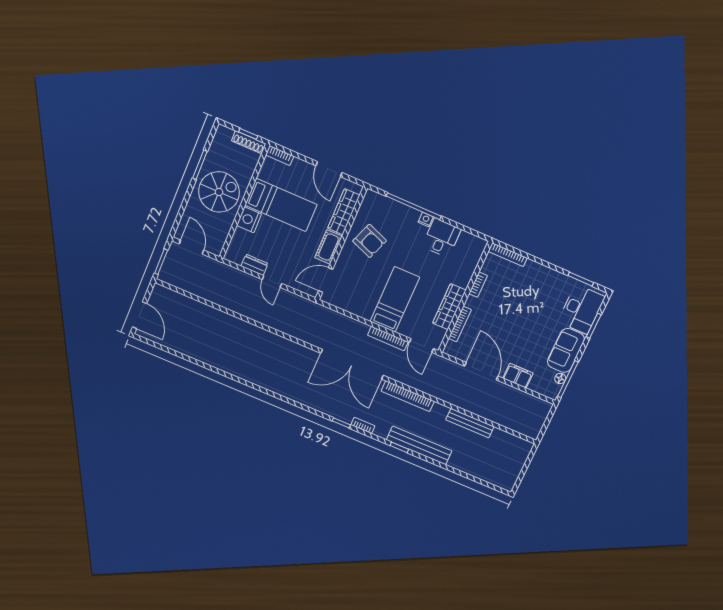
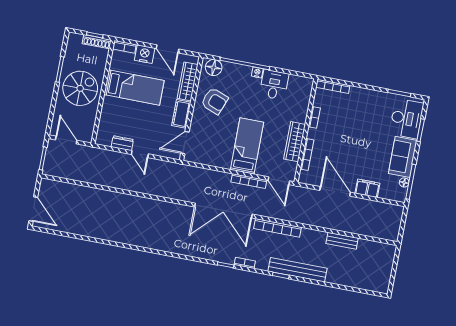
floor lamp: (377, 203) -> (214, 68), added
nightstand: (249, 220) -> (145, 54), moved, turned 90
bench: (470, 423) -> (342, 241), width x0.73

